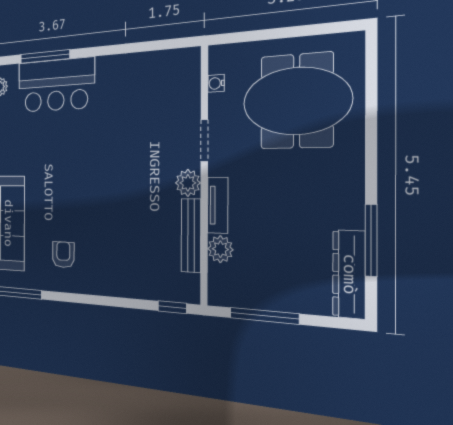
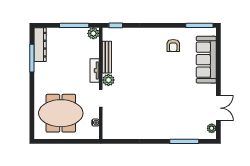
bar counter: (56, 85) -> (178, 127), removed
plant: (220, 249) -> (93, 33), moved

